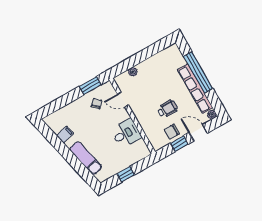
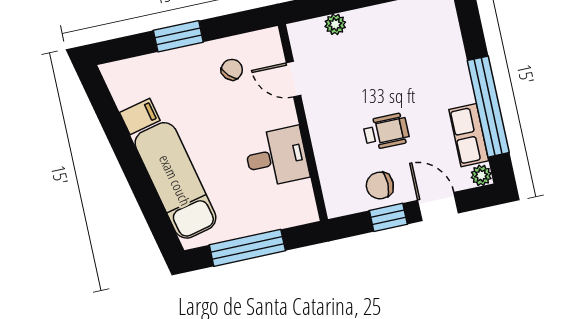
window: (198, 72) -> (488, 107), moved
window: (90, 86) -> (178, 36), moved
row of seats: (195, 89) -> (469, 135), width x0.50
exam couch: (86, 158) -> (175, 180), width x1.36, depth x1.45
window: (126, 174) -> (247, 248), width x2.17

